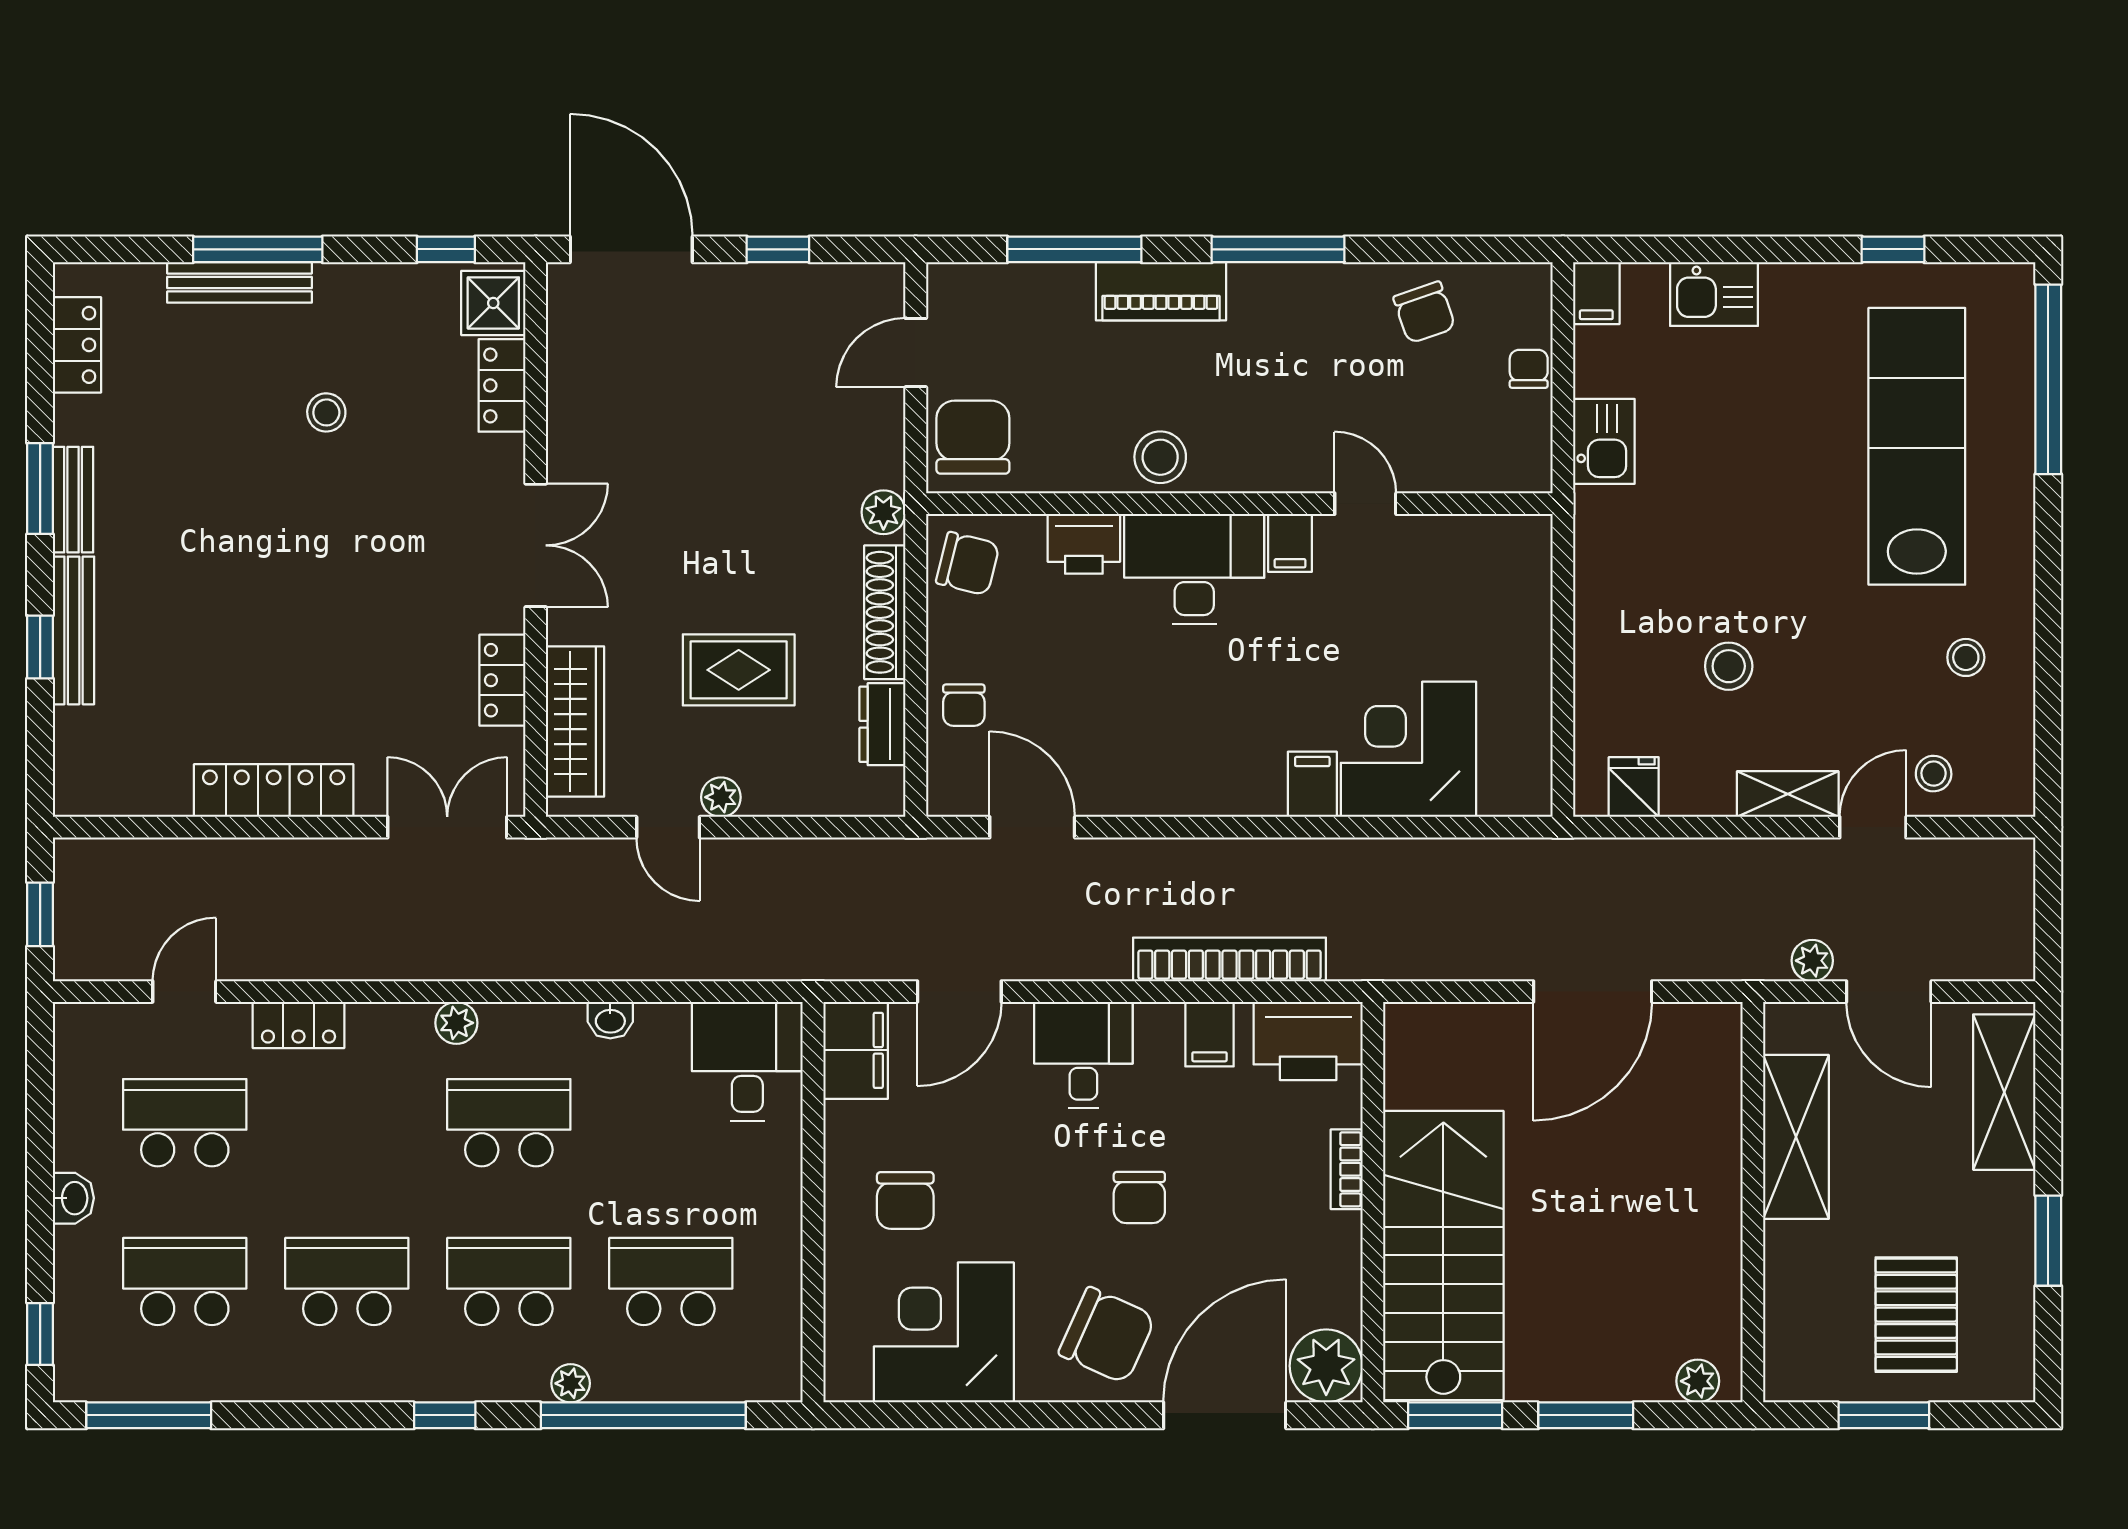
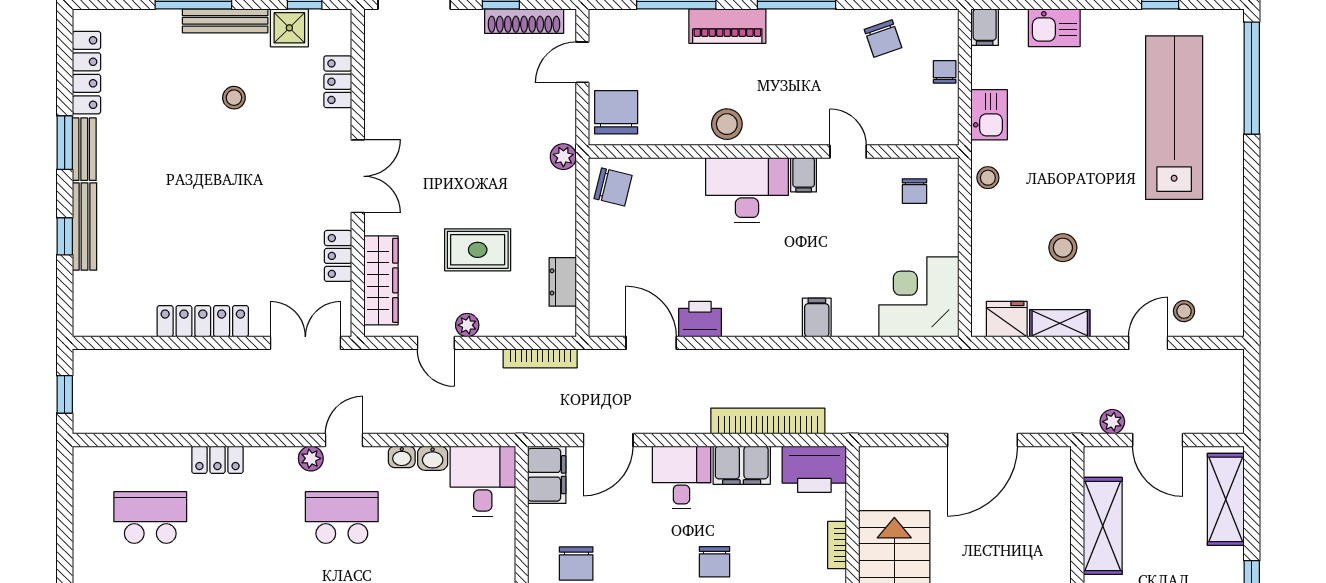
bench: (239, 282) -> (225, 21), moved
shower: (493, 303) -> (289, 28), moved
locker: (77, 345) -> (87, 73), width x1.53
printer: (1084, 544) -> (700, 319), moved, turned 180
shoe rack: (885, 612) -> (524, 21), moved, turned -90
stool: (1966, 657) -> (988, 178), moved
chair: (964, 705) -> (914, 191), moved
corner desk: (1408, 749) -> (919, 297), moved
fridge: (1634, 787) -> (1007, 319), width x1.38
shelving: (1788, 794) -> (1060, 323), moved
bookcase: (844, 854) -> (540, 358), added
door: (184, 992) -> (344, 440), moved
filing cabinet: (1209, 1034) -> (742, 465), width x2.00
washbasin: (73, 1198) -> (433, 458), moved, turned 90

